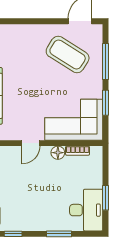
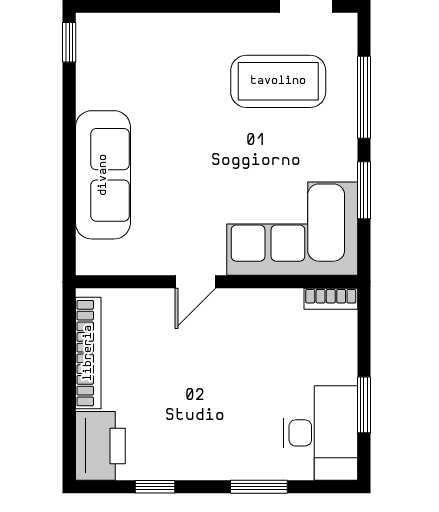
coffee table: (68, 55) -> (278, 81), turned -32
bookcase: (78, 151) -> (331, 299), moved
floor lamp: (58, 153) -> (256, 303), removed

